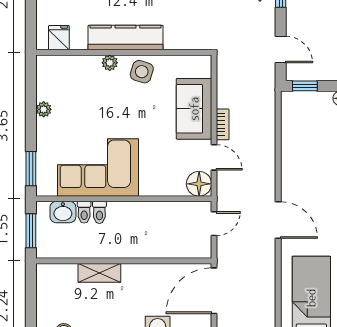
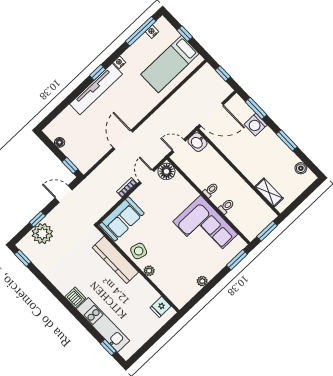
kitchen counter: (126, 38) -> (115, 260), moved
door: (281, 50) -> (64, 194), hinge flipped
sofa: (194, 109) -> (122, 219), moved
washbasin: (63, 212) -> (197, 142), moved, turned 180
toilet: (84, 212) -> (211, 190), moved
door: (278, 220) -> (123, 140), moved
shelving: (99, 273) -> (269, 192), moved

